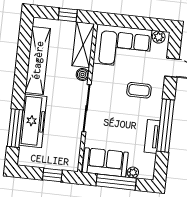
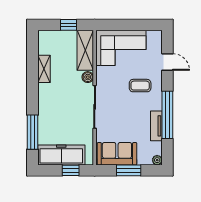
plant: (159, 37) -> (152, 36), removed
shelving: (38, 60) -> (44, 69), width x0.45, depth x0.75
freezer: (33, 121) -> (61, 155), moved, turned -90
plant: (133, 172) -> (157, 160), moved
window: (116, 182) -> (129, 170), width x0.69

